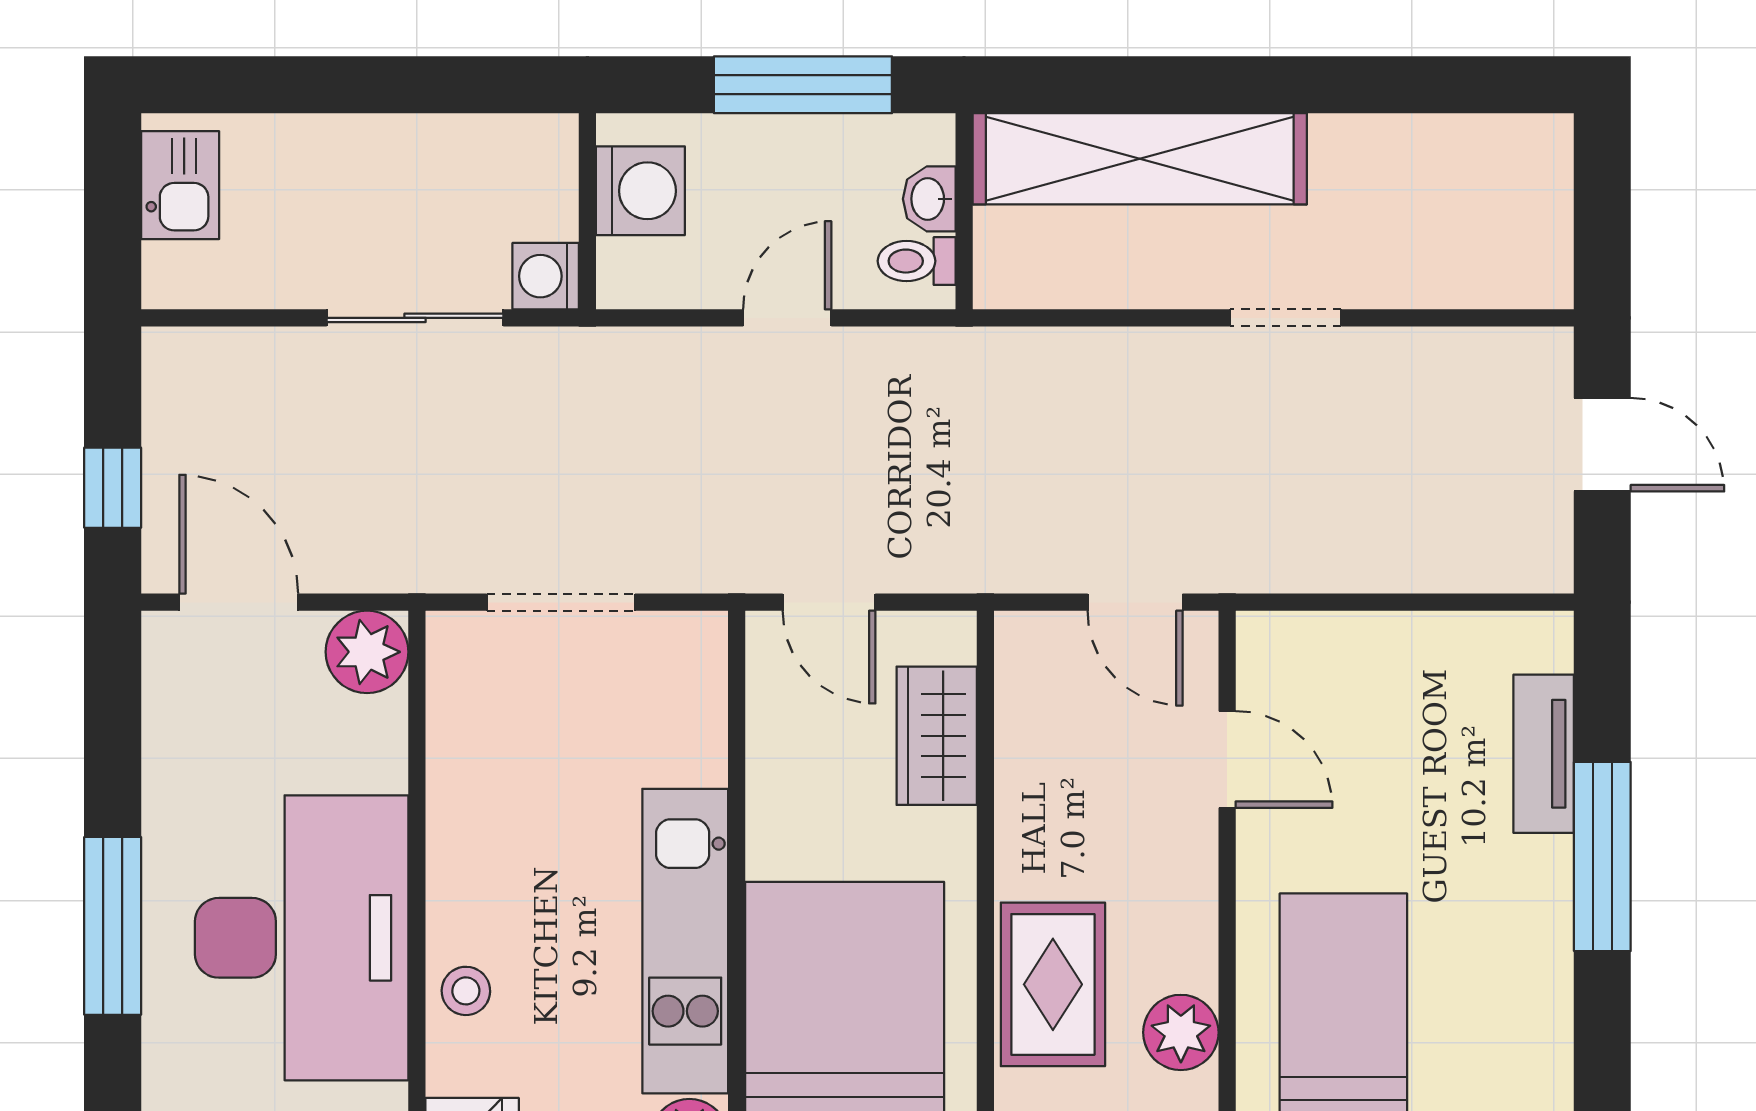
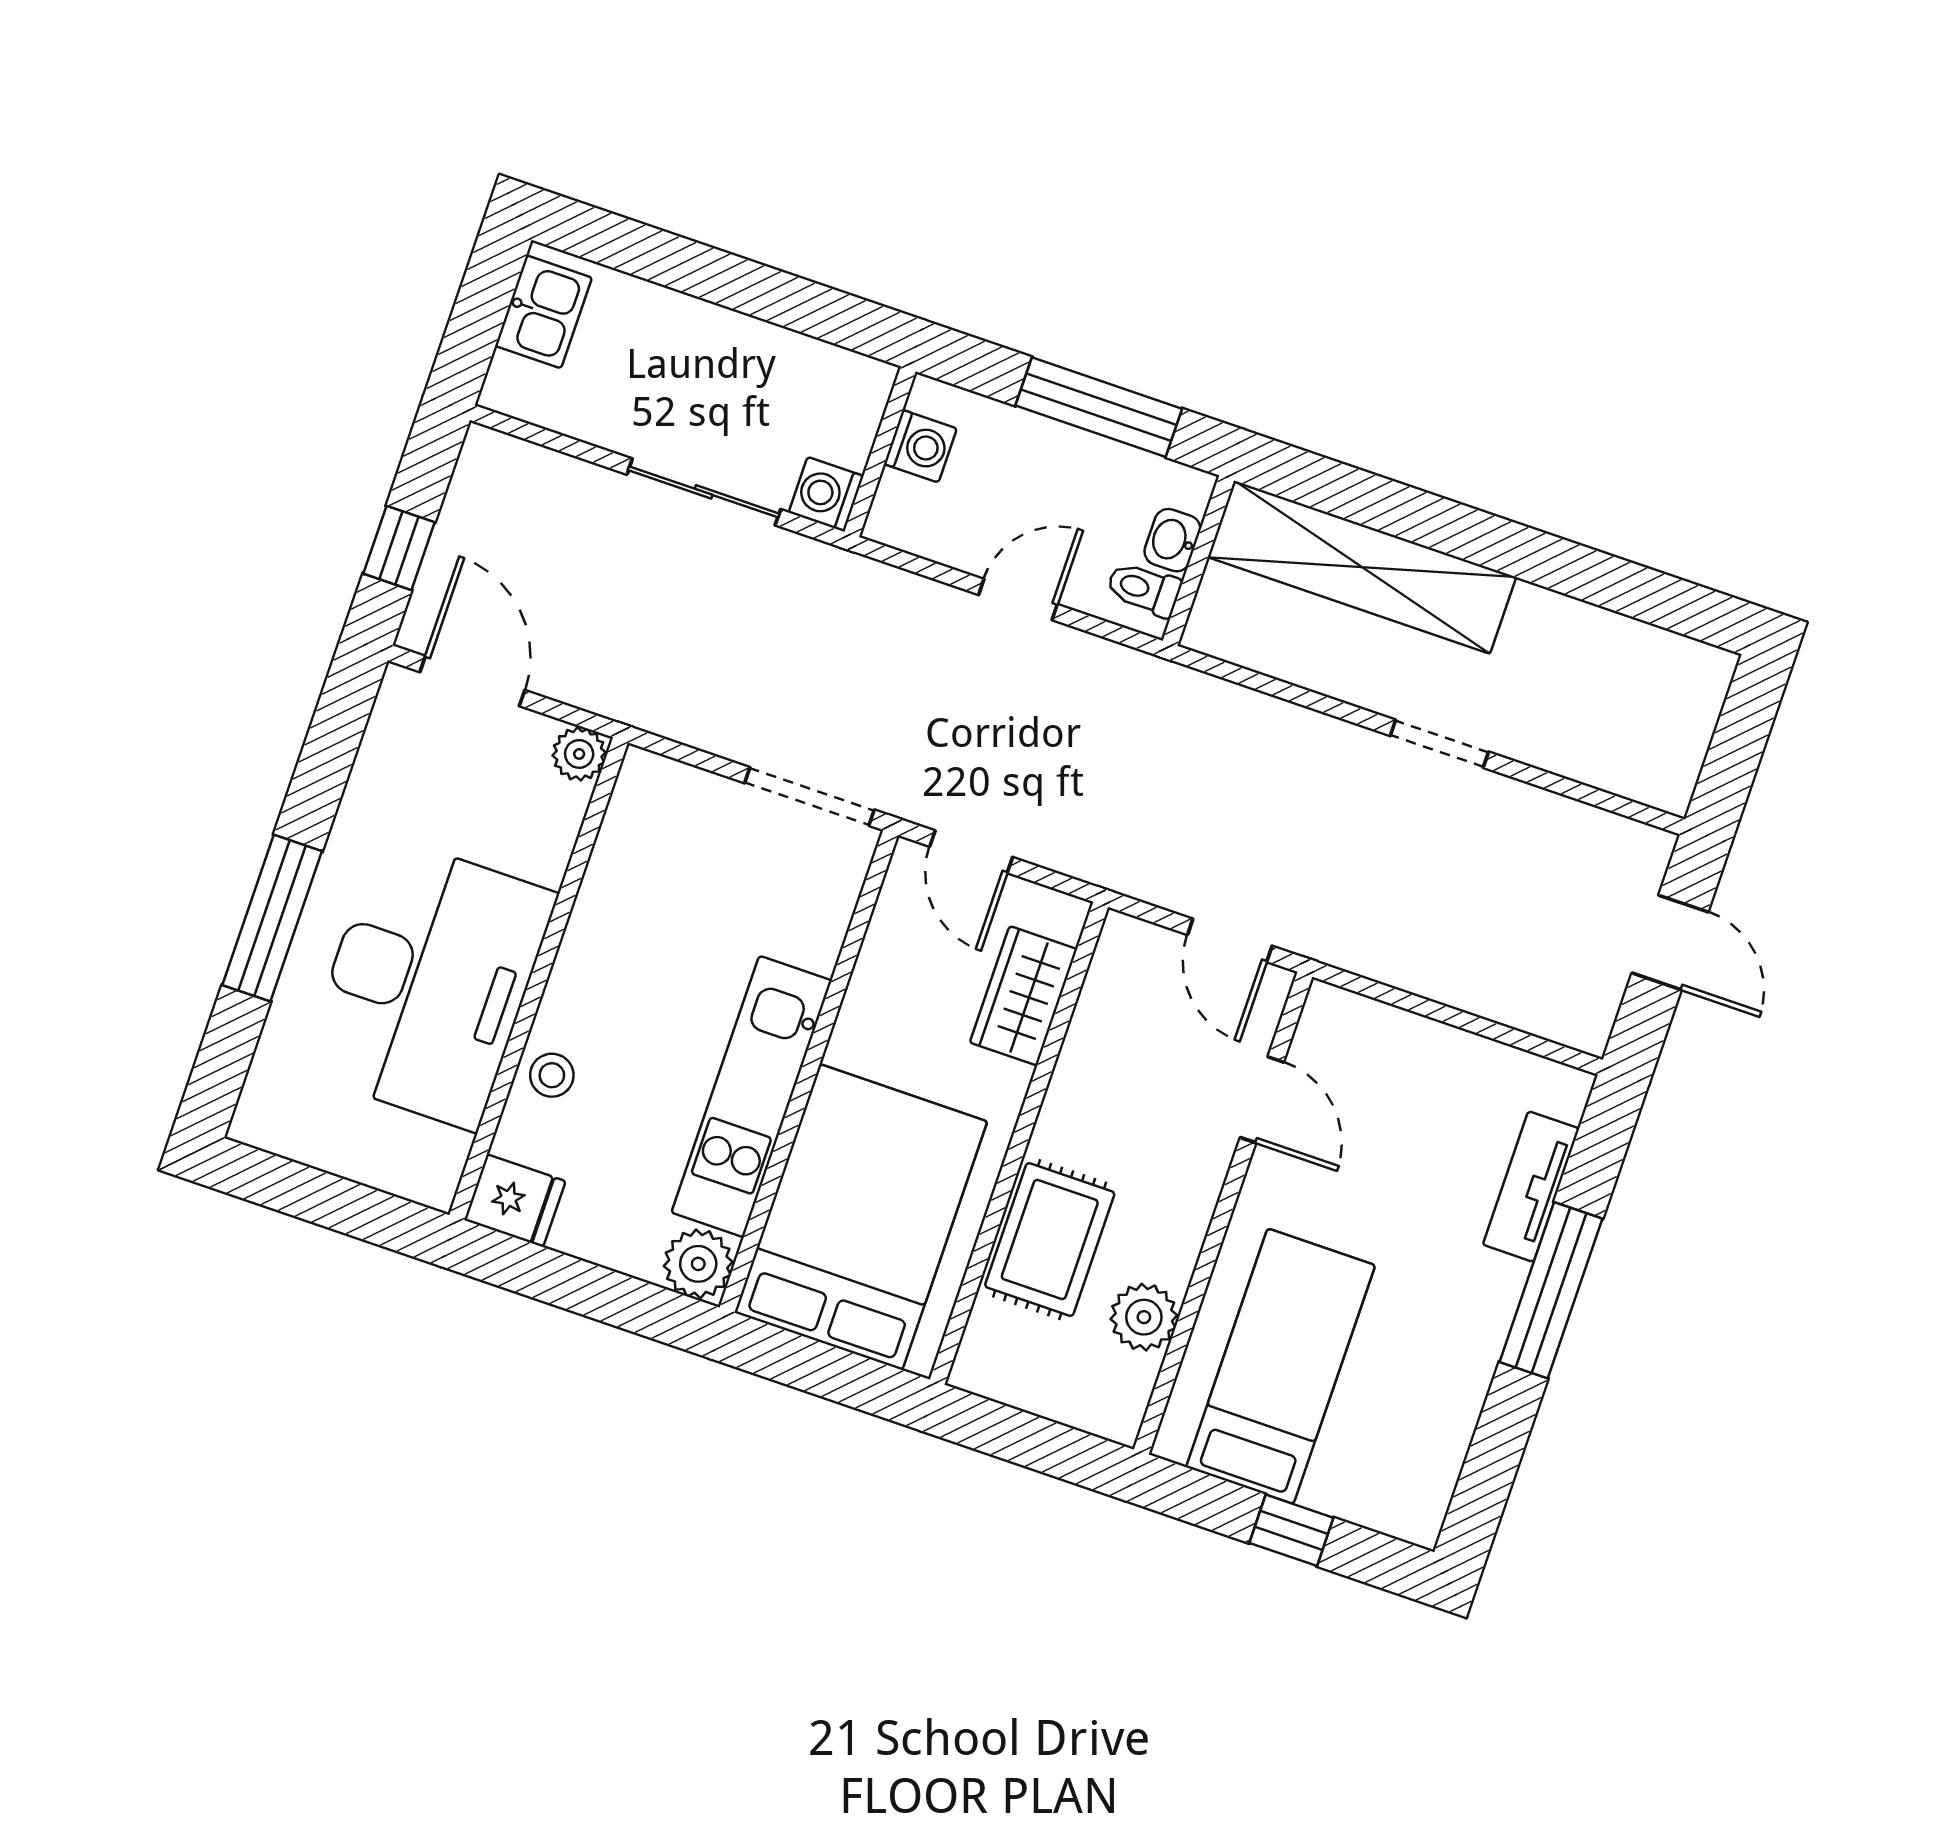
washing machine: (640, 191) -> (920, 446), width x0.73, depth x0.73
doorway: (561, 602) -> (809, 796), moved
plant: (367, 652) -> (579, 754), width x0.73, depth x0.73

